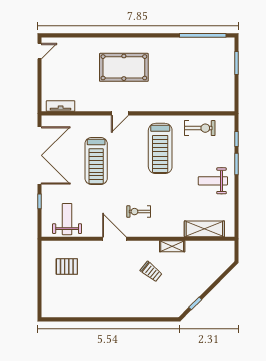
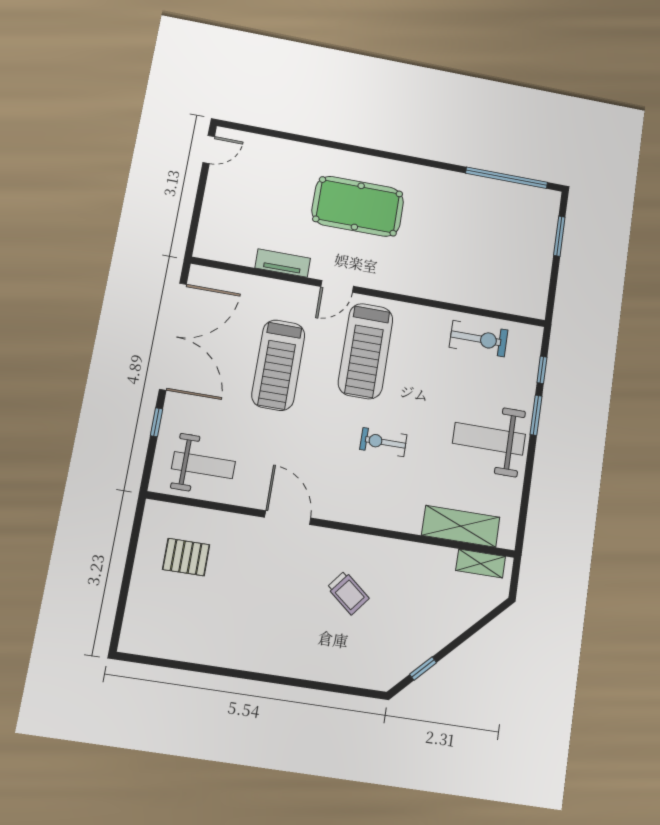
tv unit: (61, 106) -> (283, 263), moved
treadmill: (160, 148) -> (366, 351), moved
weight bench: (213, 181) -> (489, 439), width x1.36, depth x1.33
exercise bike: (139, 212) -> (383, 442), moved
weight bench: (67, 219) -> (203, 465), turned 90
shelving: (172, 246) -> (481, 563), moved

